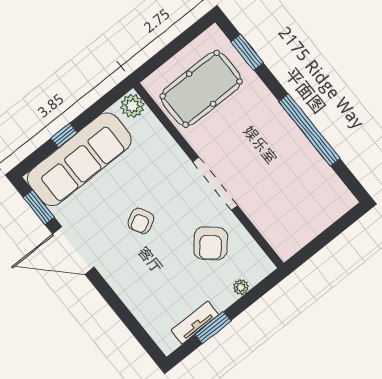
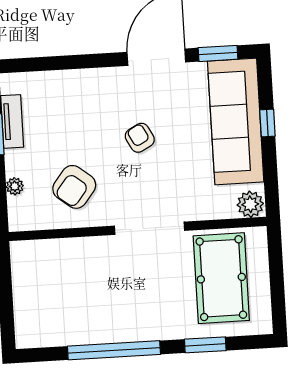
window: (247, 52) -> (205, 345), moved
doorway: (215, 184) -> (150, 228), moved
armchair: (211, 243) -> (74, 187), turned -92

